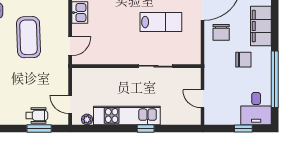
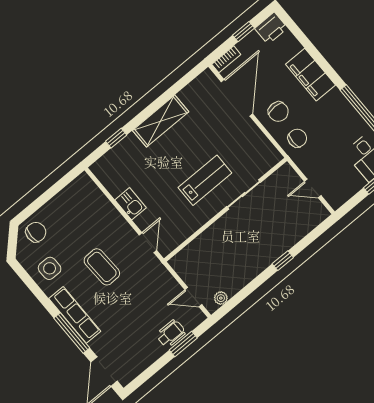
lab bench: (161, 22) -> (205, 180), moved
coffee table: (29, 37) -> (102, 267), width x0.73, depth x0.76
chair: (243, 60) -> (297, 138), moved
kitchen unit: (127, 115) -> (255, 263), removed

